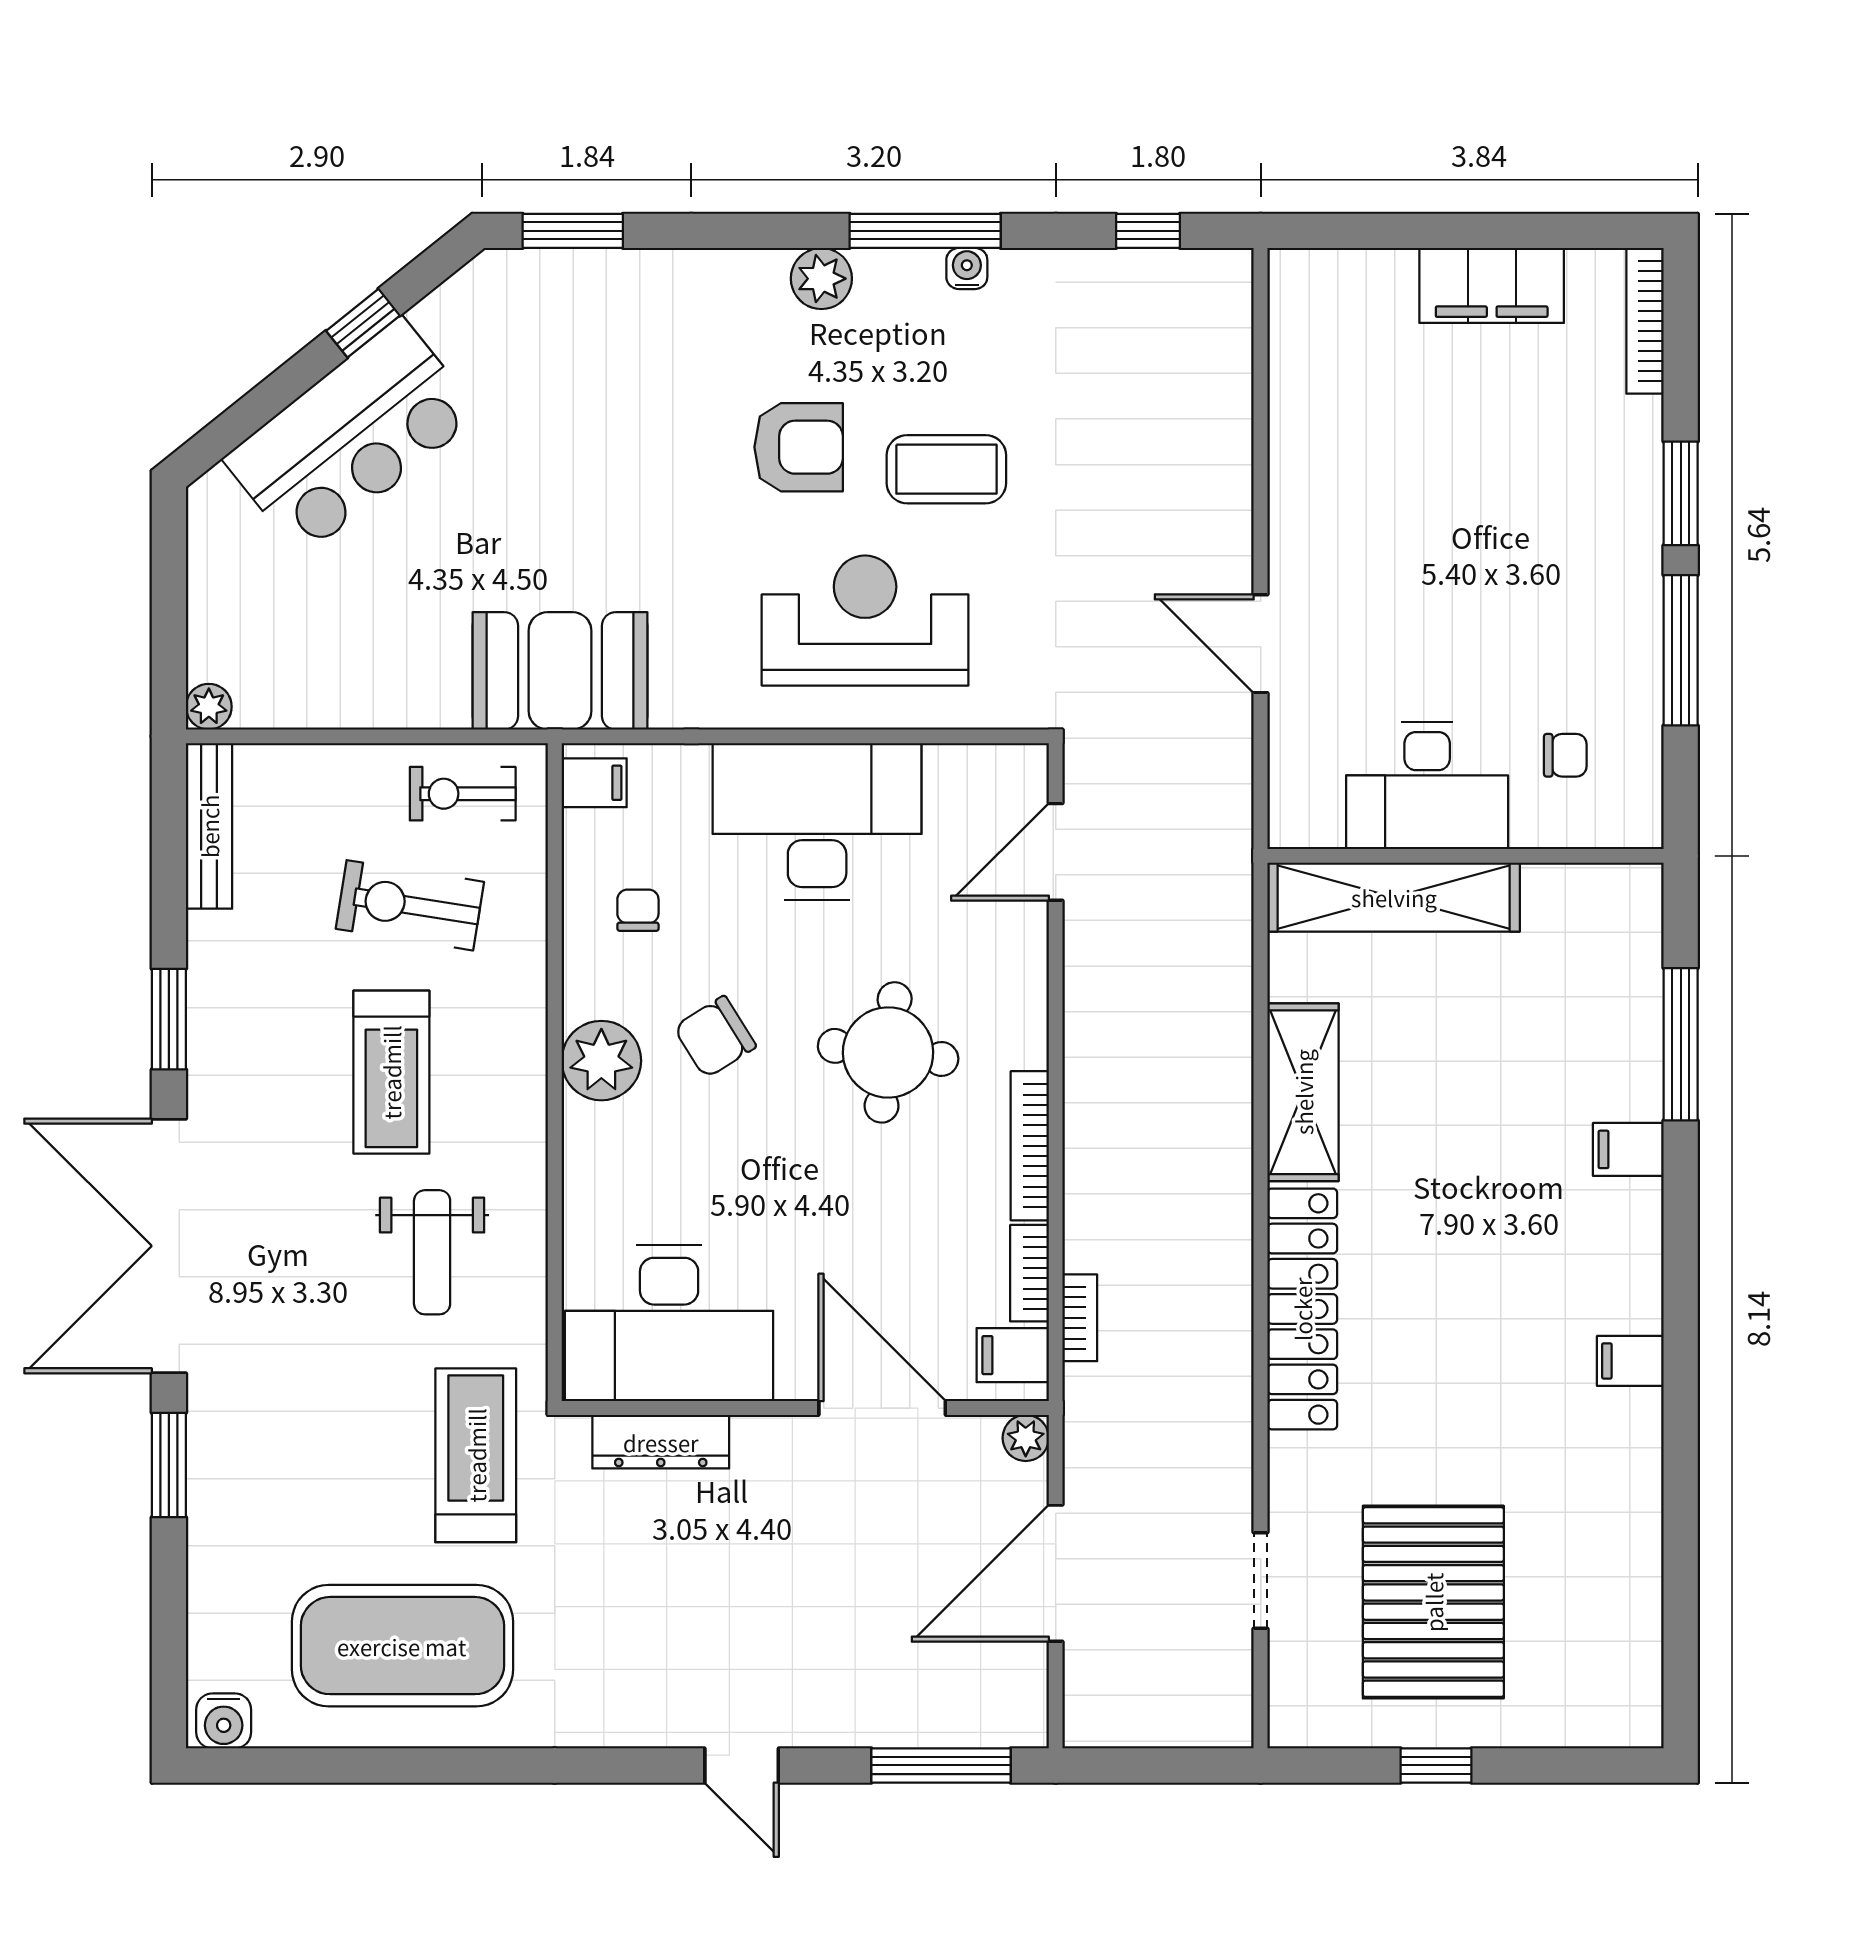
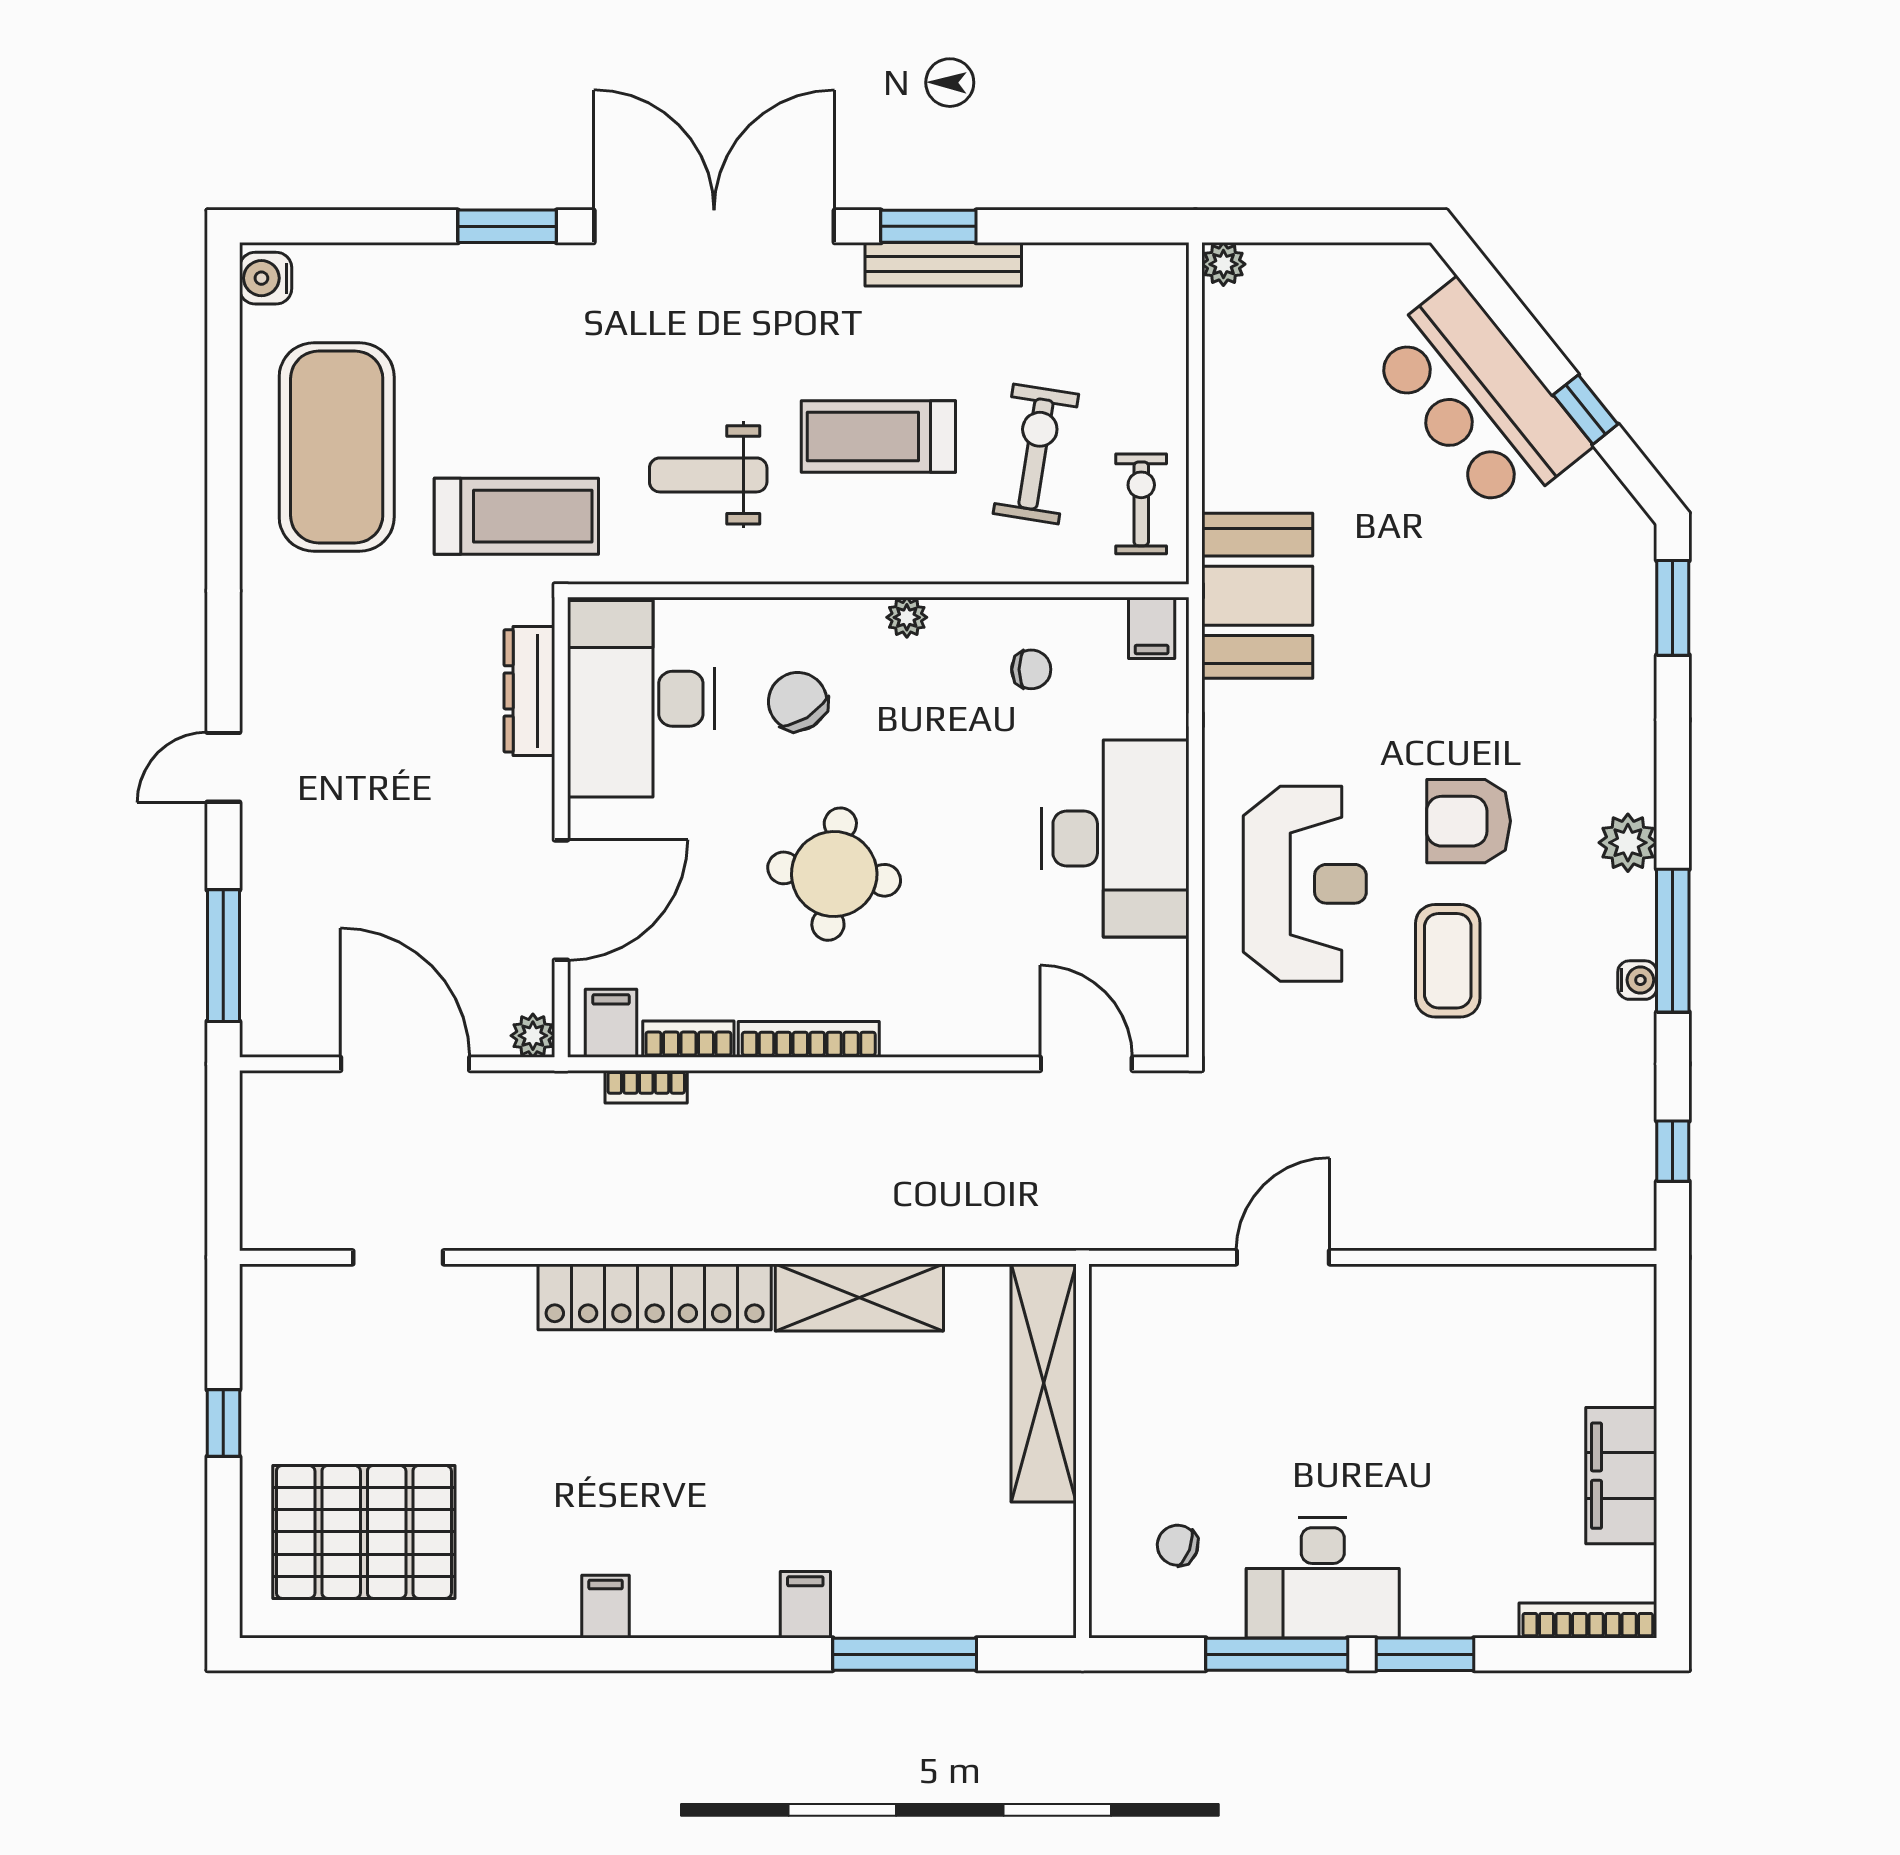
armchair: (799, 447) -> (1469, 821), turned 90
chair: (1565, 755) -> (1178, 1545), turned 111
desk: (1427, 785) -> (1323, 1578), moved, turned -90
bench: (209, 826) -> (943, 264), moved
chair: (715, 1037) -> (798, 701), moved
round table: (888, 1052) -> (834, 874), moved
plant: (601, 1061) -> (907, 617), width x0.53, depth x0.53
pallet: (1433, 1602) -> (364, 1532), moved

